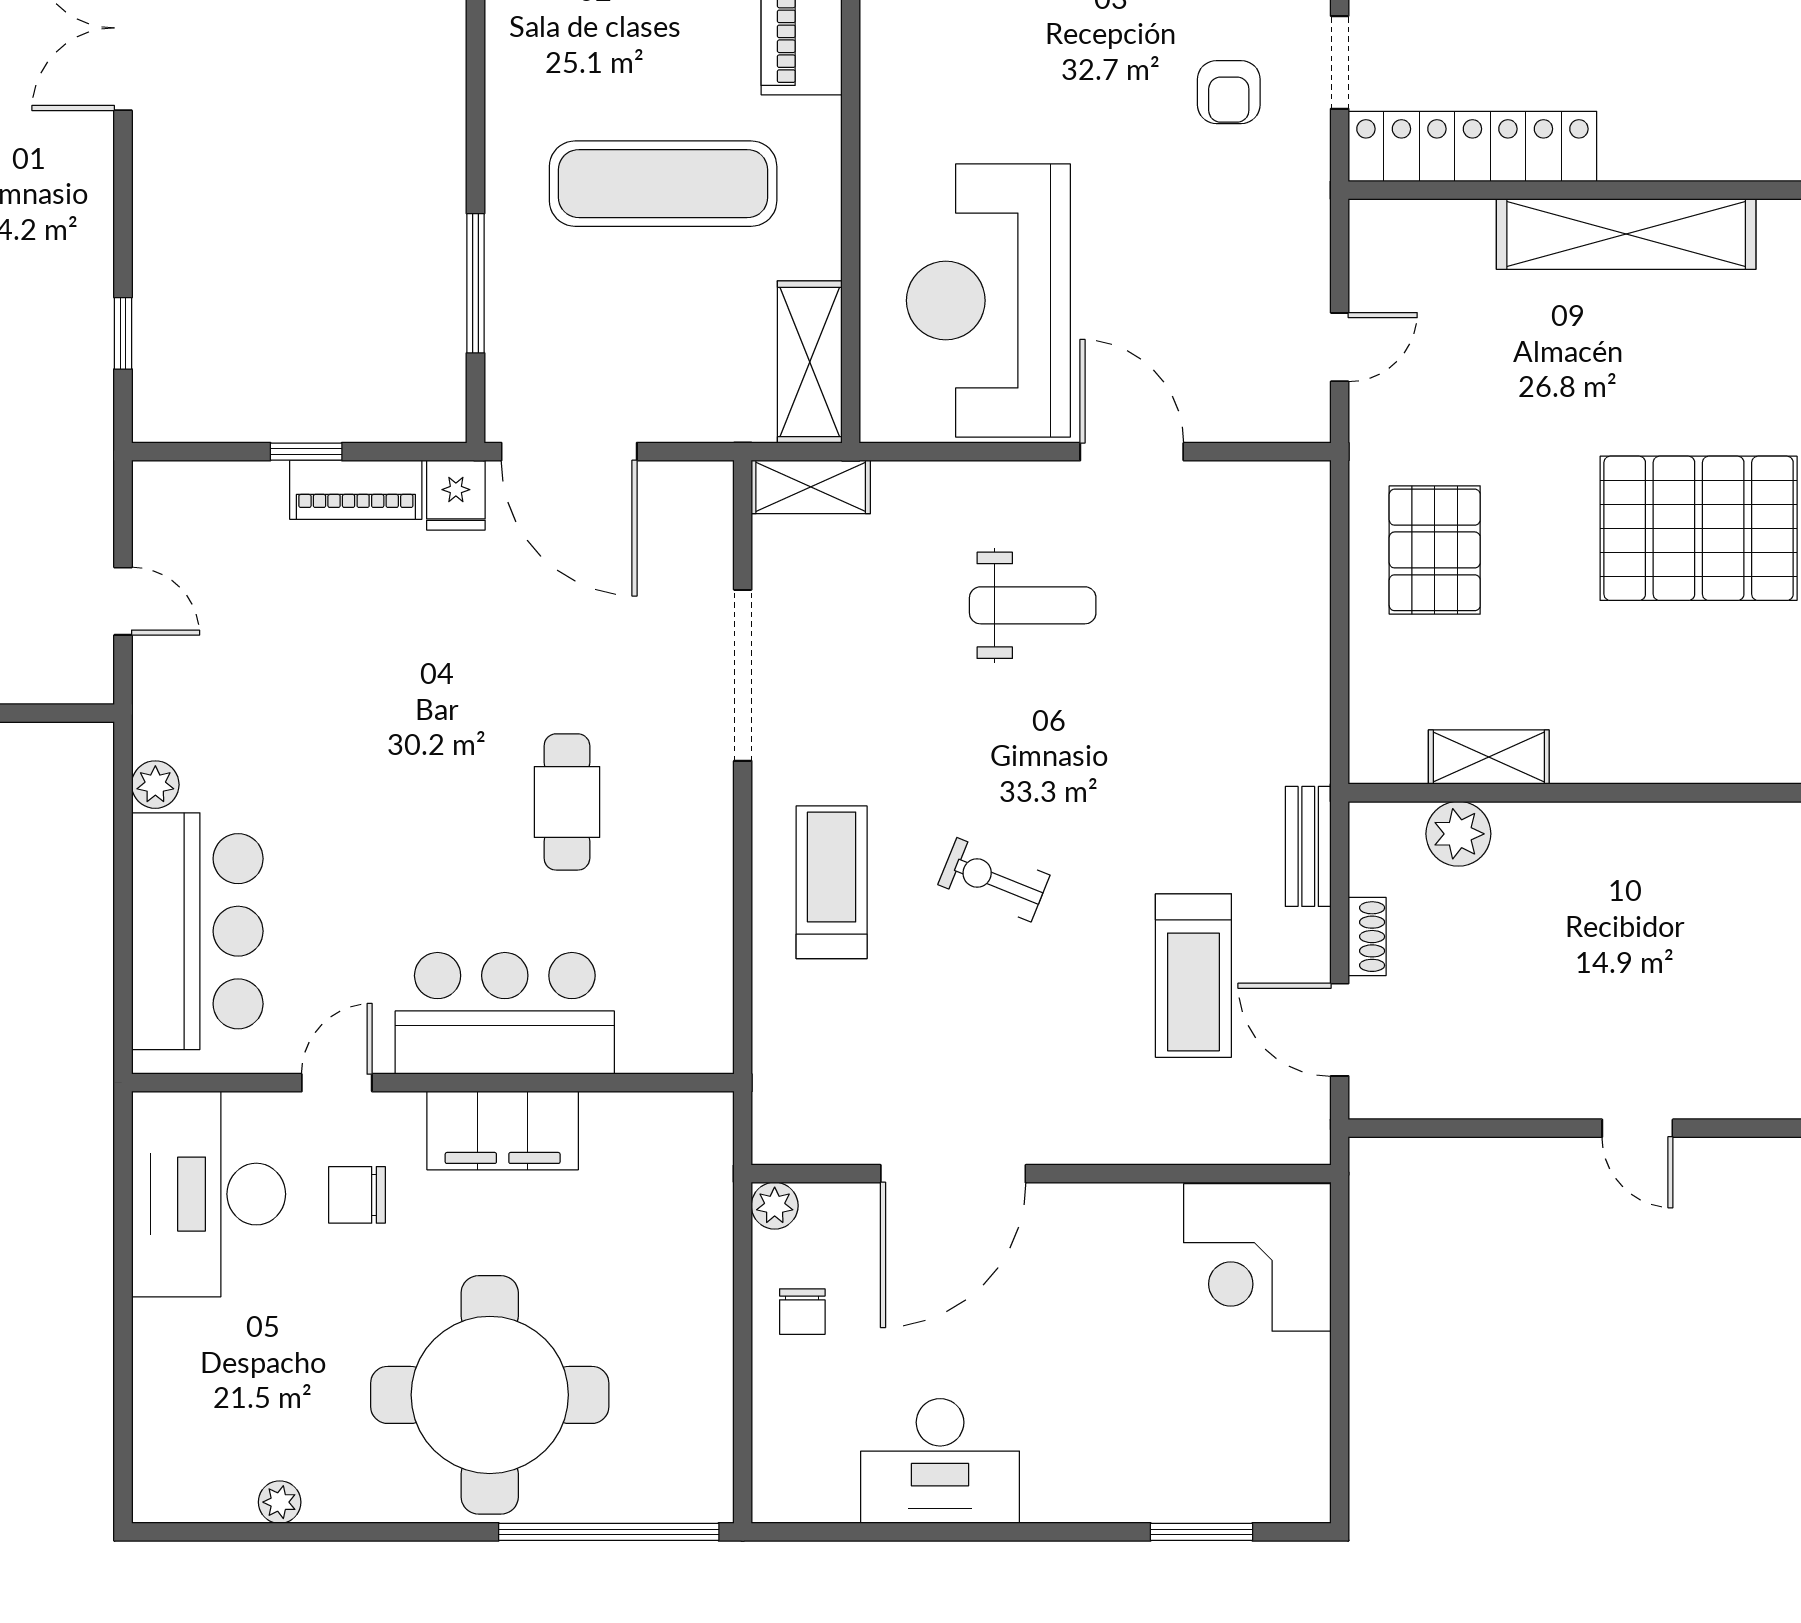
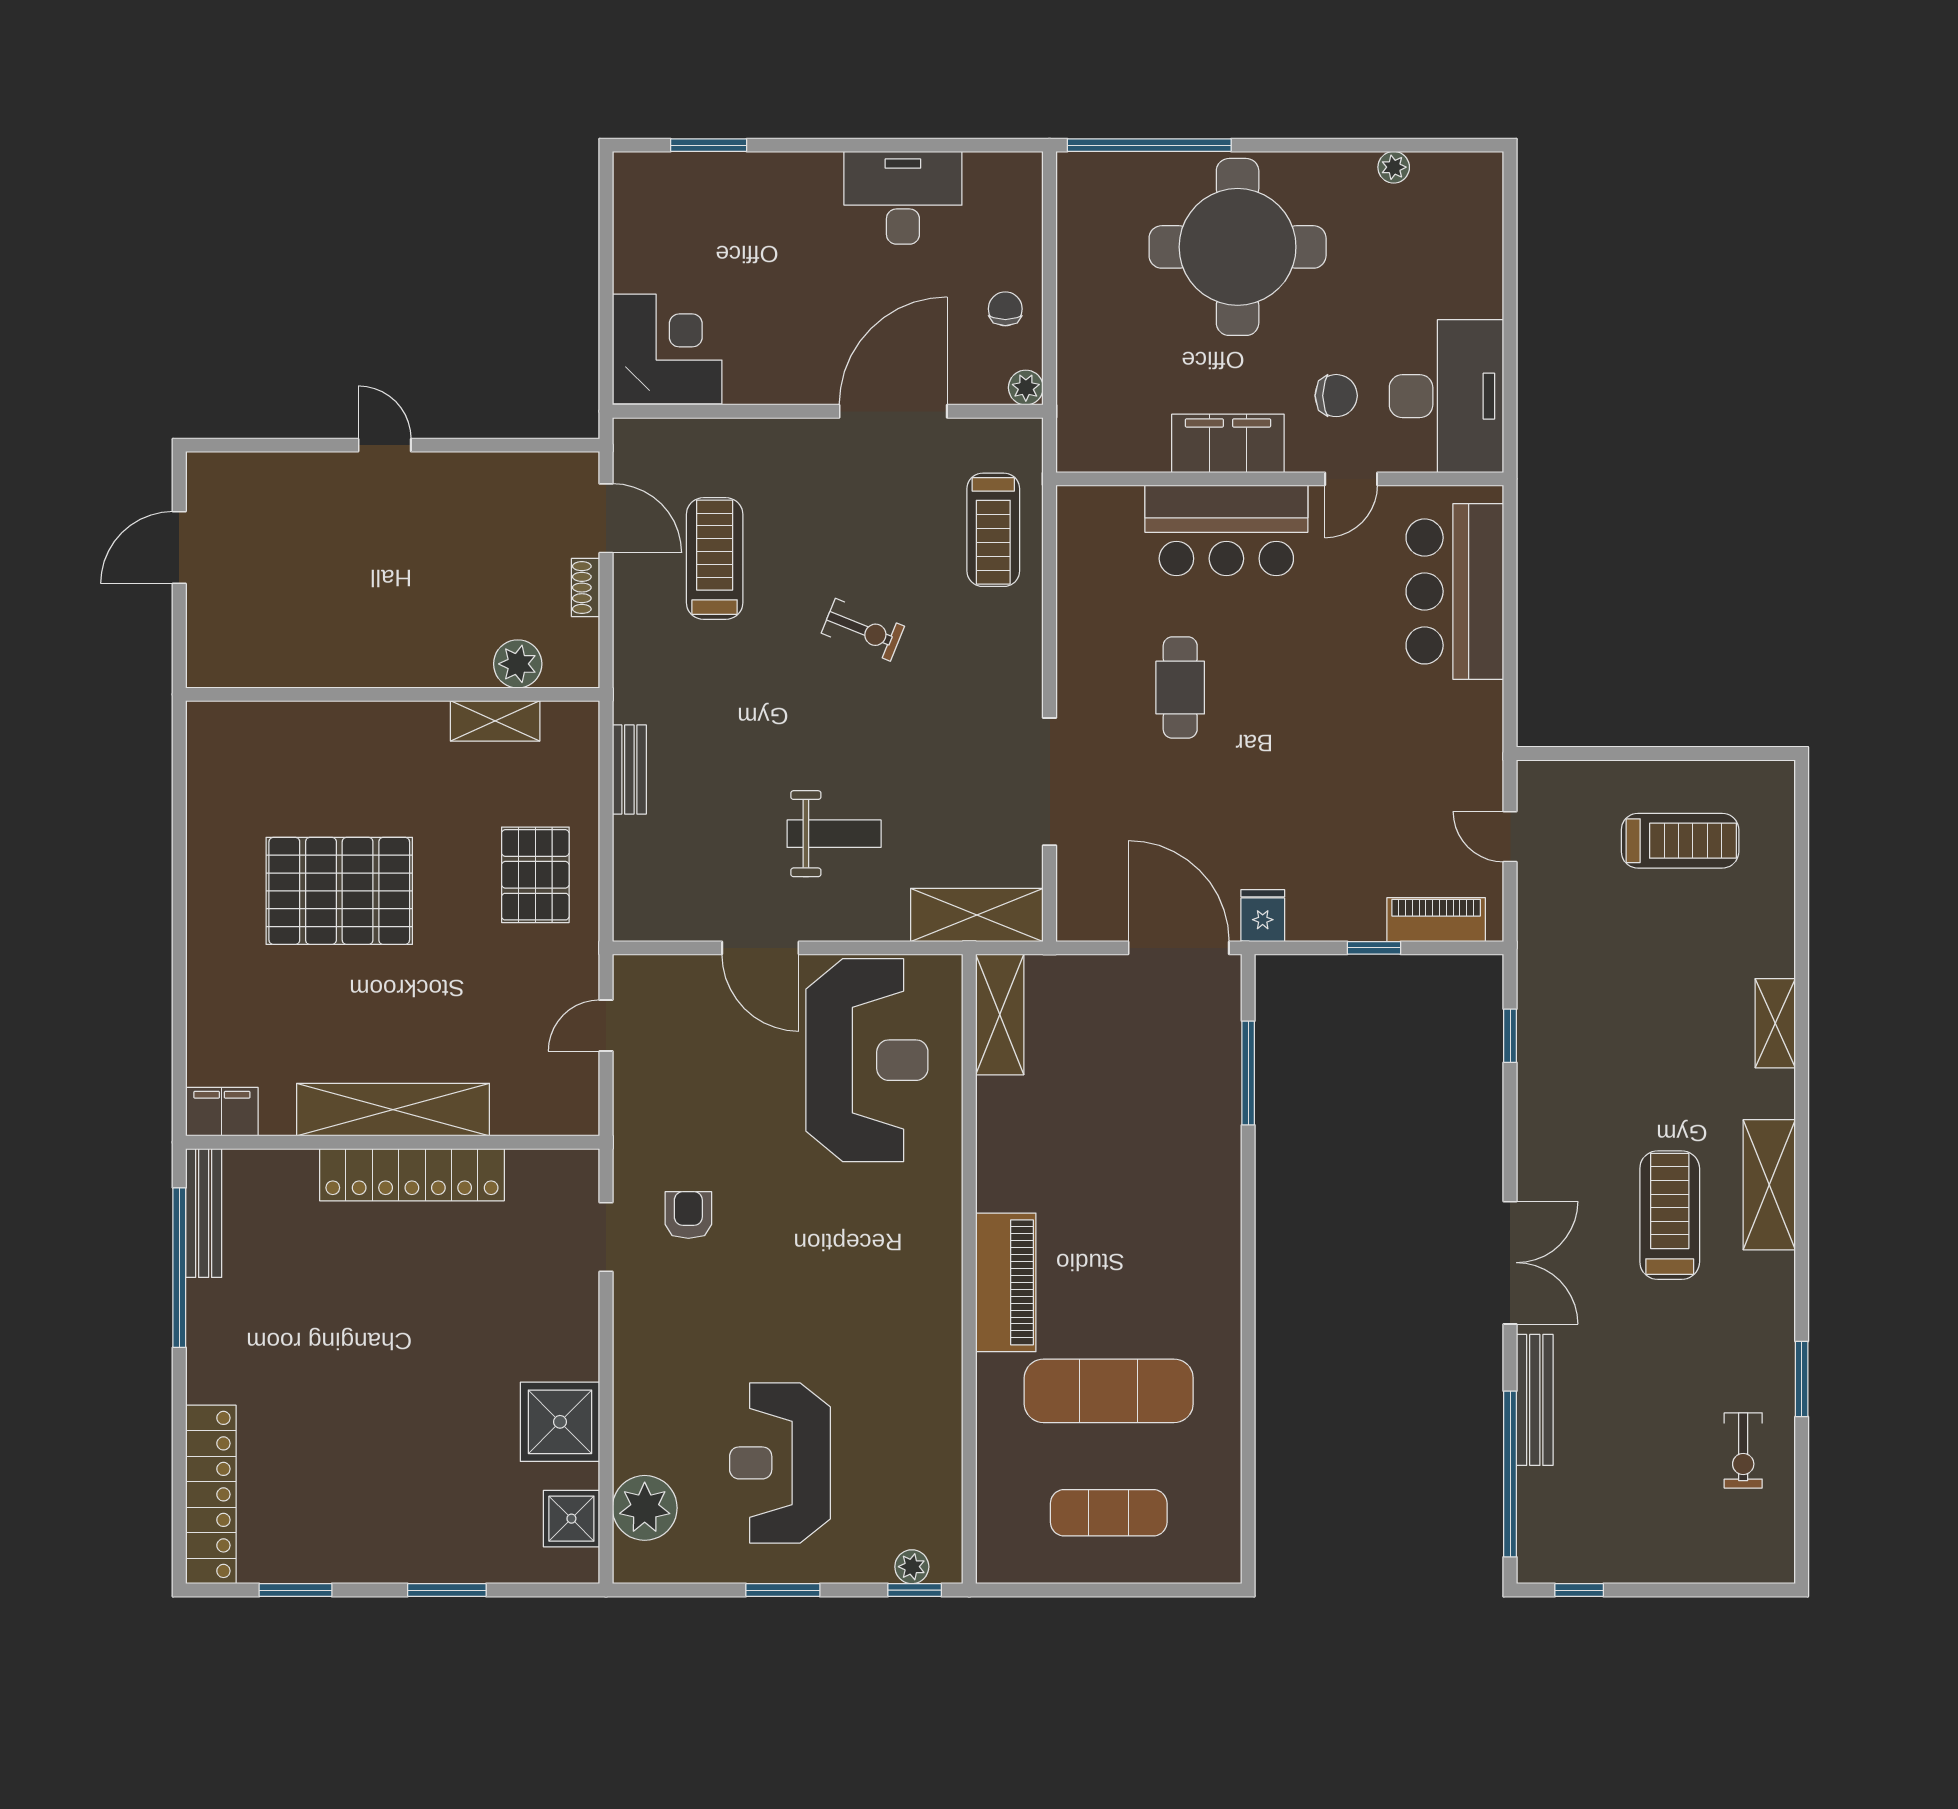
locker: (1472, 146) -> (412, 1175), moved
exercise mat: (663, 184) -> (1109, 1147), removed
shelving: (811, 487) -> (977, 915), width x1.50, depth x1.33
piano: (356, 490) -> (1436, 920), moved
weight bench: (1033, 605) -> (834, 834), turned 180
plant: (155, 785) -> (1486, 700), removed
bench: (1308, 846) -> (629, 769), moved
treadmill: (832, 882) -> (993, 530), moved

